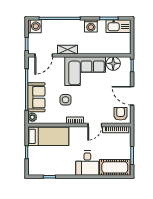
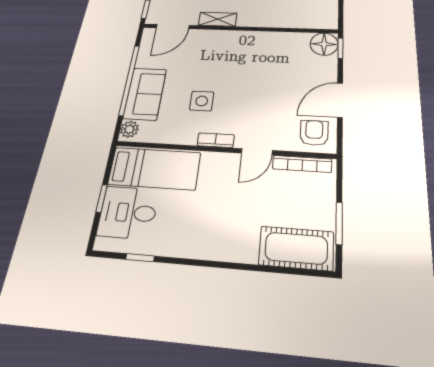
floor lamp: (113, 63) -> (324, 44), moved
corner sofa: (85, 71) -> (247, 54), removed
door: (132, 96) -> (340, 100), hinge flipped
desk: (87, 163) -> (128, 212), moved, turned 90

